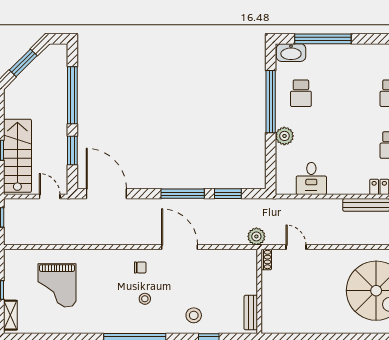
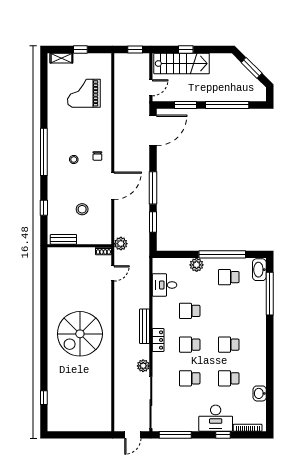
school desk: (346, 145) -> (190, 311), added
stool: (194, 315) -> (82, 209), moved

